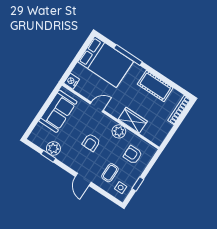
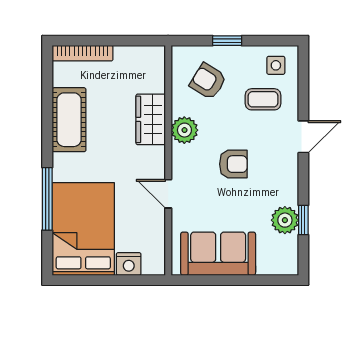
nightstand: (72, 81) -> (129, 264), moved
armchair: (133, 155) -> (208, 81), turned 122
window: (138, 184) -> (227, 41), moved

